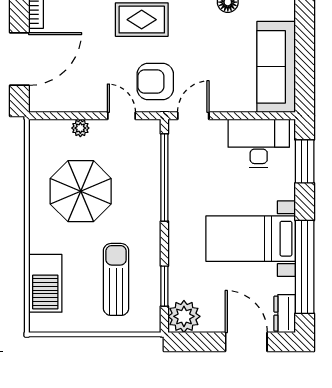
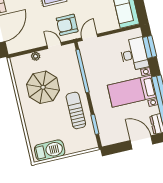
desk: (259, 143) -> (134, 54), moved, turned 90
sun lounger: (116, 279) -> (76, 110), moved
barbecue: (45, 283) -> (50, 150), moved, turned -90
plant: (184, 316) -> (108, 137), removed

